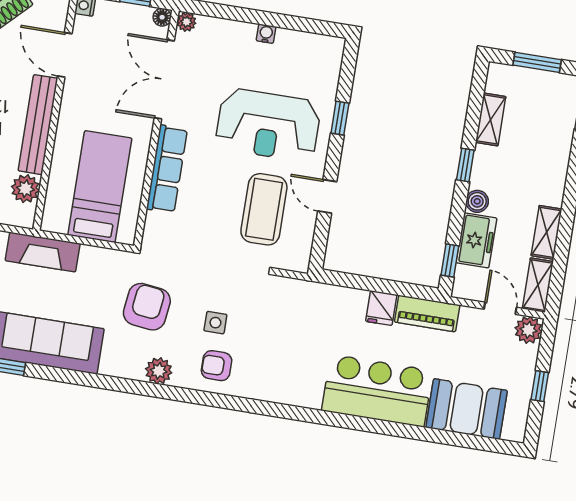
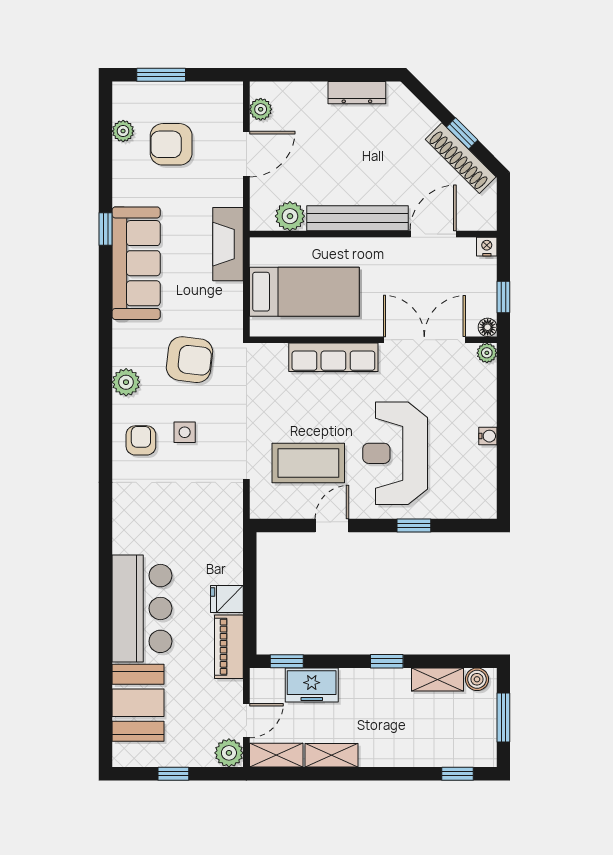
boiler: (477, 201) -> (477, 679), moved

